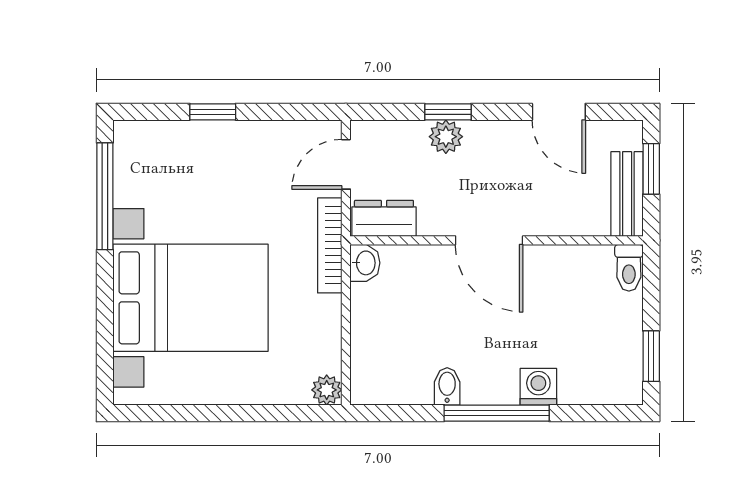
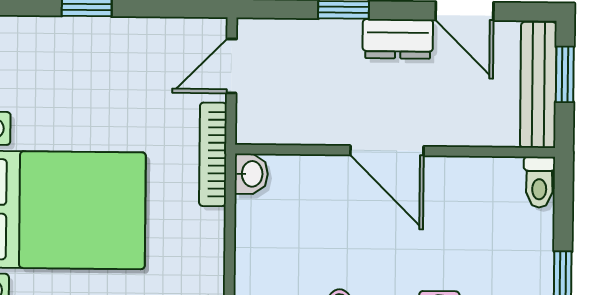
plant: (446, 137) -> (341, 37), removed
bench: (627, 194) -> (538, 85), width x1.36
dresser: (384, 218) -> (398, 39), moved, turned 180

